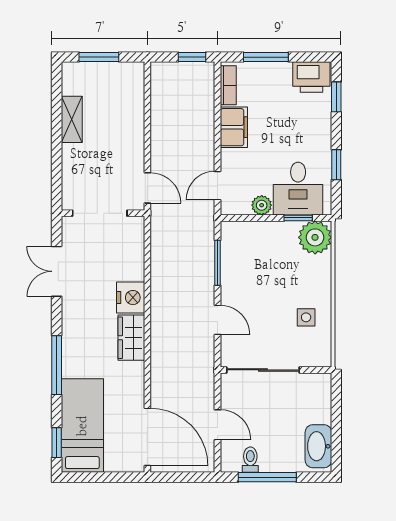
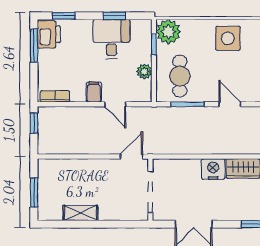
window: (266, 57) -> (34, 46), moved
filing cabinet: (234, 127) -> (94, 92), width x0.50
door: (218, 186) -> (115, 104), moved
desk: (298, 189) -> (111, 39), moved, turned -90
cafe table: (255, 253) -> (180, 76), added
side table: (306, 317) -> (228, 38), width x1.87, depth x1.87
door: (218, 320) -> (230, 104), hinge flipped

